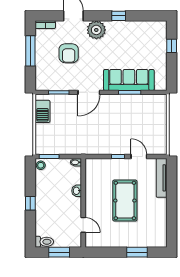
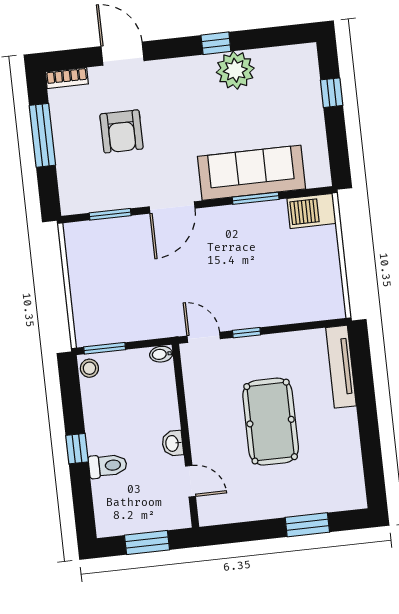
plant: (96, 30) -> (235, 70), moved
barbecue: (42, 111) -> (312, 211), moved, turned 90
door: (139, 157) -> (204, 337), moved
washbasin: (77, 191) -> (173, 443), moved
toilet: (44, 242) -> (108, 466), moved

